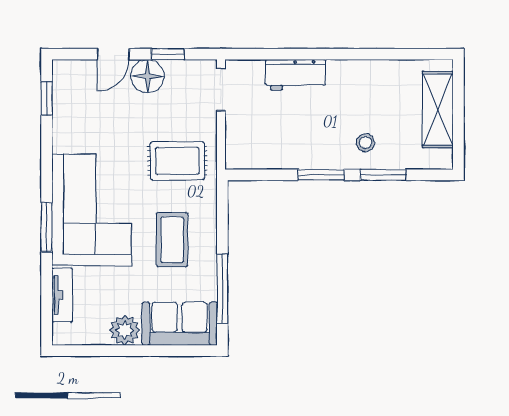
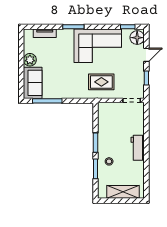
door: (113, 54) -> (146, 55), swing flipped
workbench: (295, 75) -> (138, 148), moved
floor lamp: (148, 76) -> (137, 38), moved
rug: (177, 161) -> (101, 82), turned 90
corner sofa: (92, 210) -> (98, 46), moved
coffee table: (172, 240) -> (68, 80), removed

